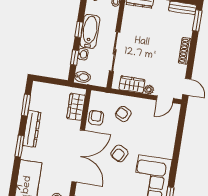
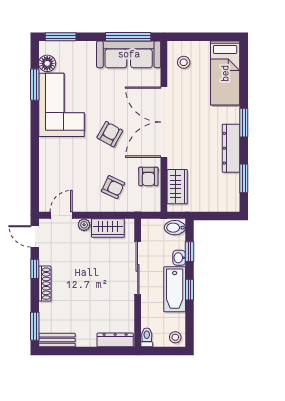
window: (191, 63) -> (35, 269), added

